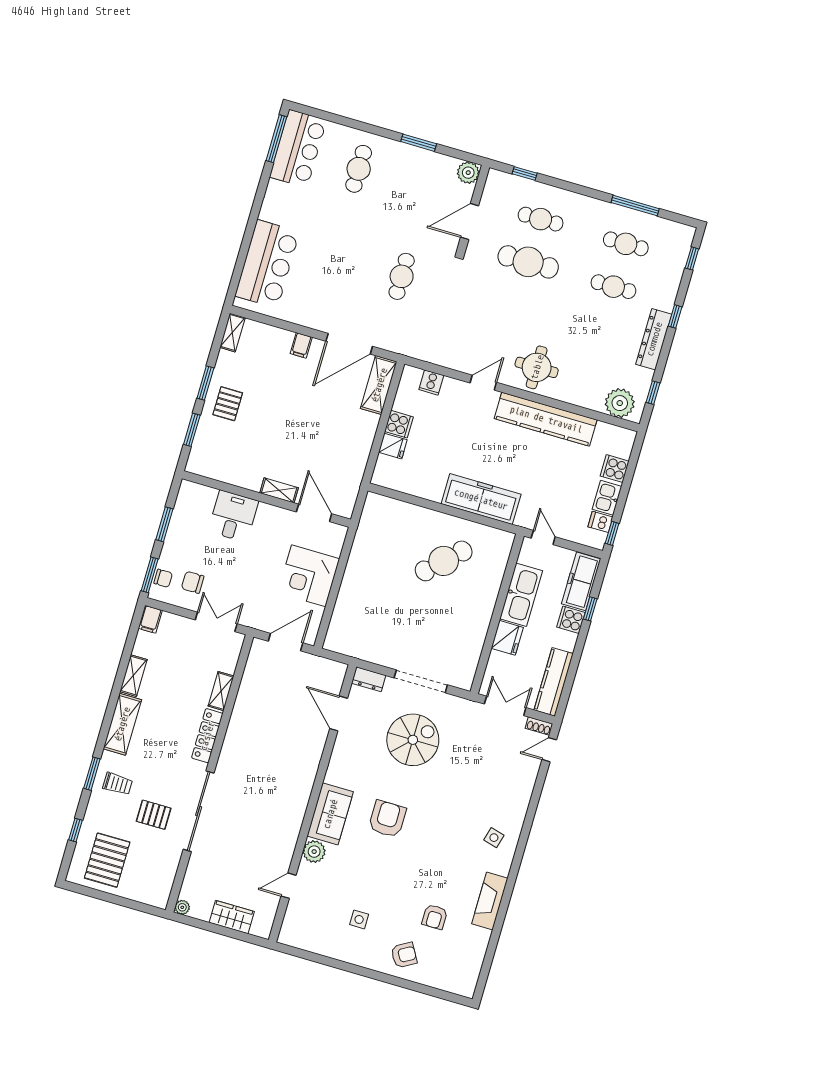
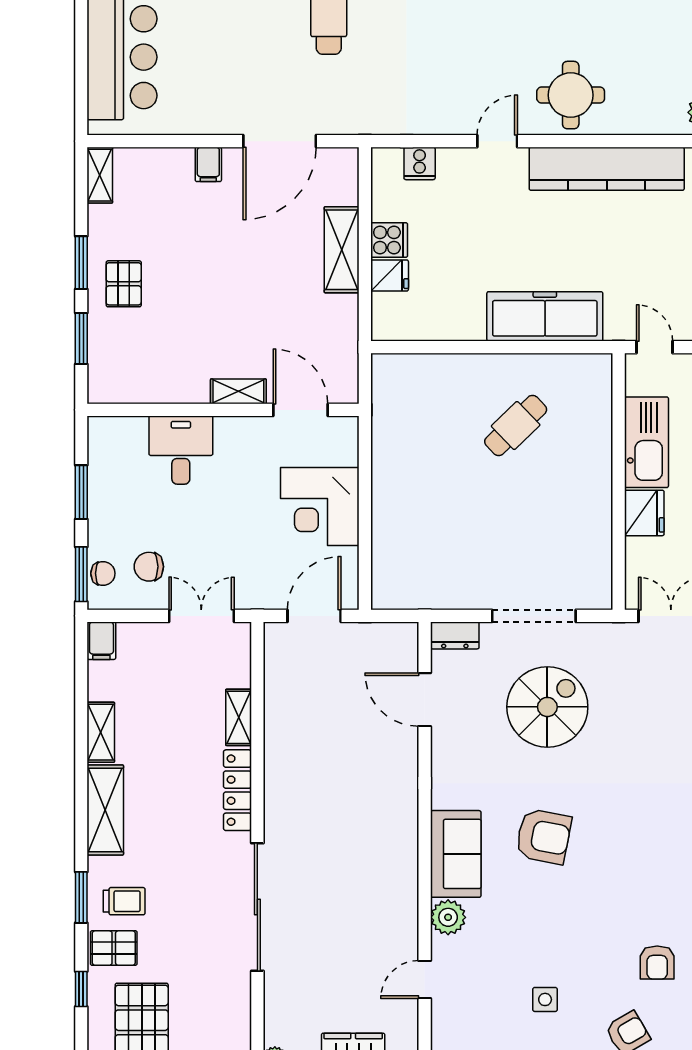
shelving: (379, 385) -> (342, 250), moved
cafe table: (444, 561) -> (516, 426), width x0.73, depth x0.74
pallet: (154, 815) -> (114, 948), moved
armchair: (387, 819) -> (543, 836), turned 101

